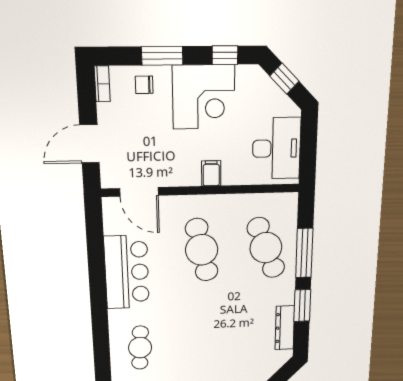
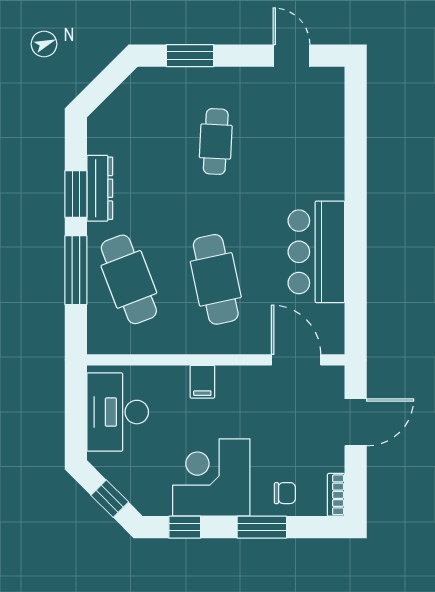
dresser: (285, 328) -> (100, 188), moved
cafe table: (140, 348) -> (216, 142), moved

